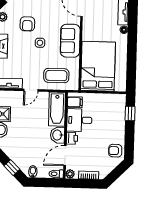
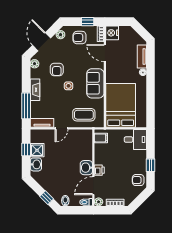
bathtub: (57, 109) -> (85, 145), removed
window: (130, 113) -> (150, 165), moved
desk: (79, 120) -> (135, 140), moved, turned 180

